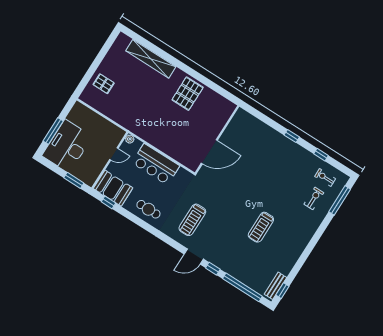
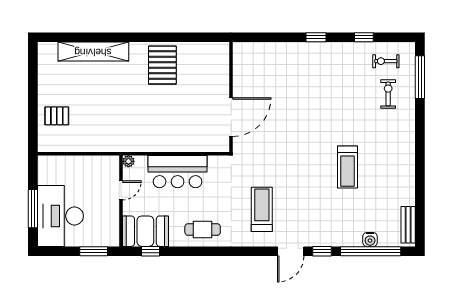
treadmill: (192, 220) -> (262, 209), turned 180
water cooler: (247, 280) -> (370, 239), added
window: (282, 291) -> (420, 225), removed

